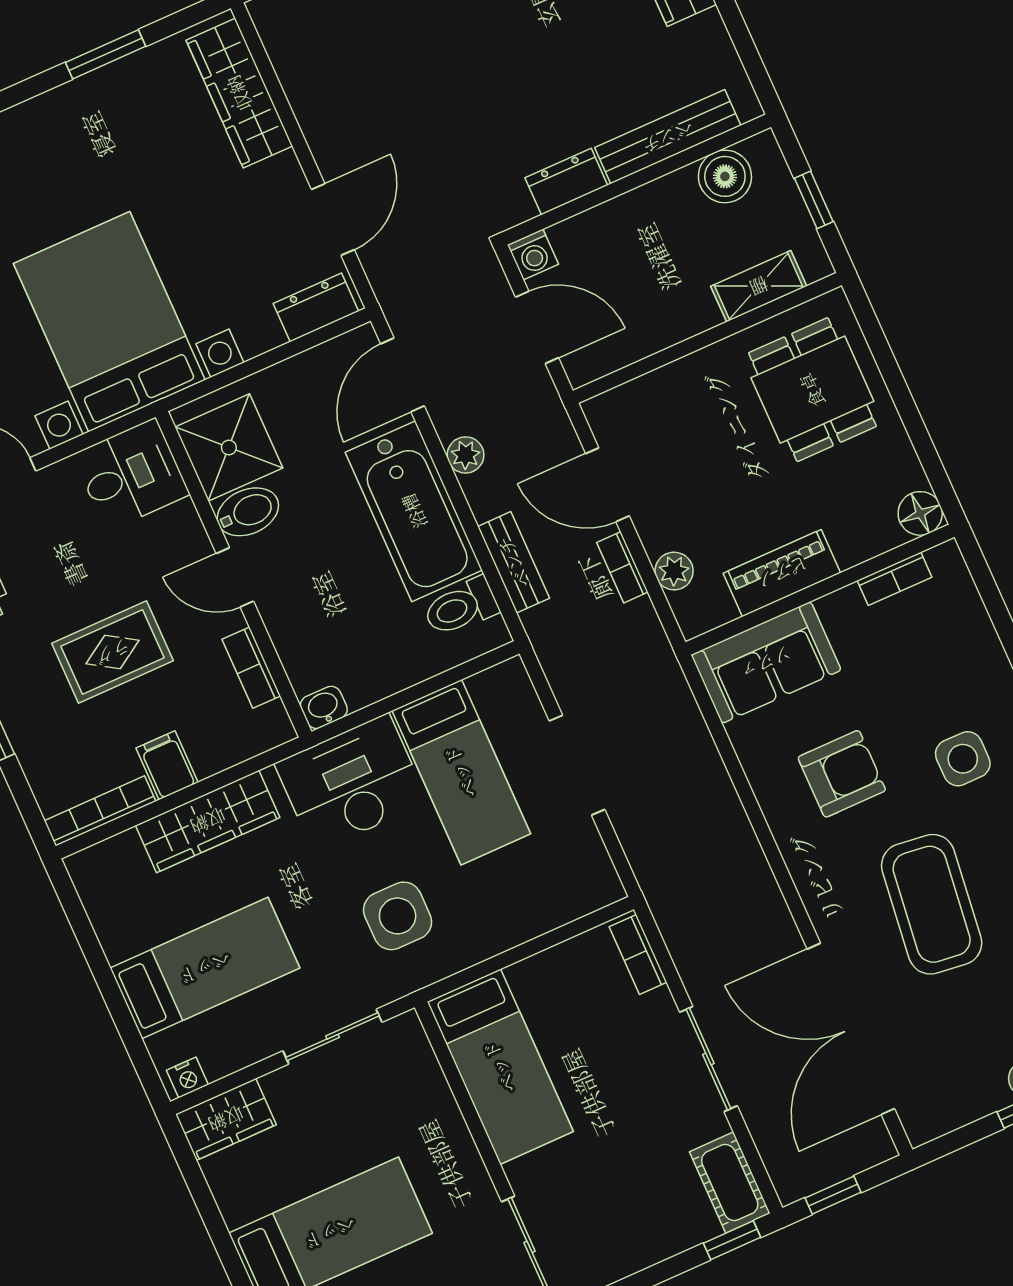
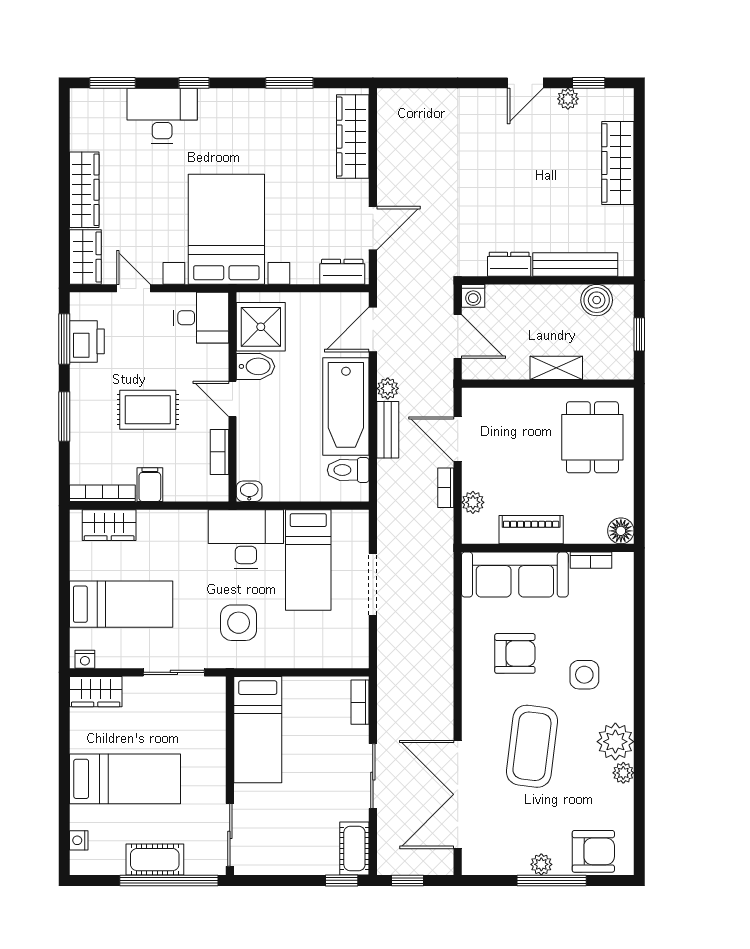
shelving: (759, 286) -> (556, 368), moved
bench: (514, 562) -> (388, 430), moved
sofa: (766, 663) -> (515, 575), width x1.36
wardrobe: (208, 821) -> (109, 525), moved, width x0.67

